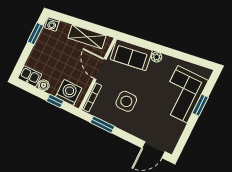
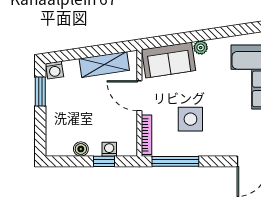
kitchen sink: (30, 76) -> (59, 147), removed
washing machine: (69, 93) -> (109, 149), width x0.53, depth x0.53
window: (102, 124) -> (175, 161), width x1.44

